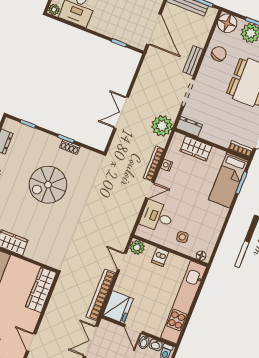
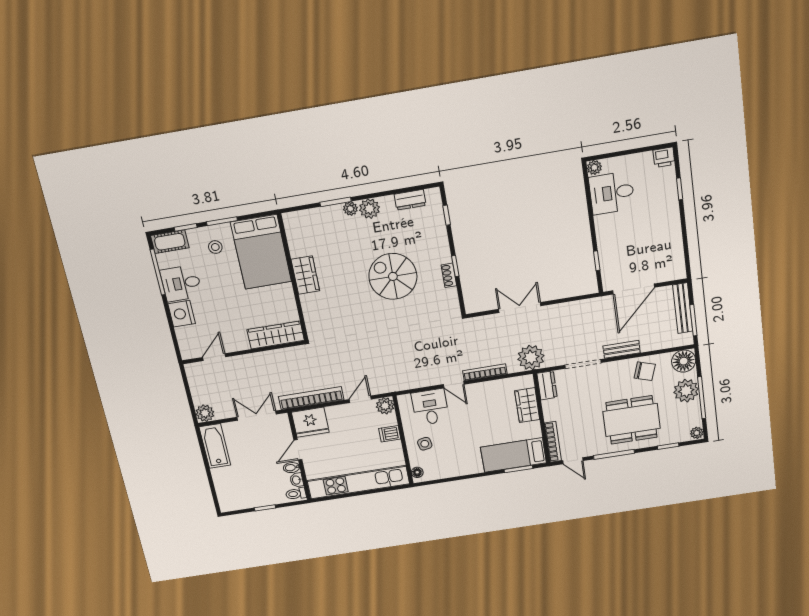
bookcase: (241, 149) -> (553, 442), width x1.56
nightstand: (166, 165) -> (491, 386), removed

